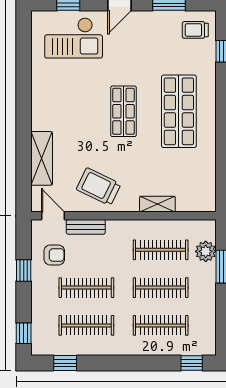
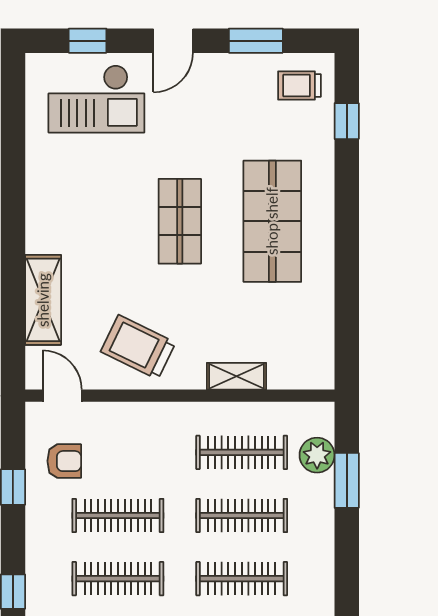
bench: (86, 227) -> (117, 414), removed

